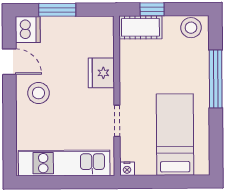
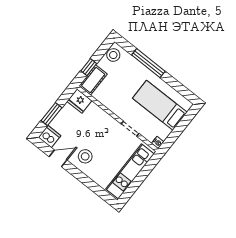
fridge: (101, 73) -> (79, 101), moved

